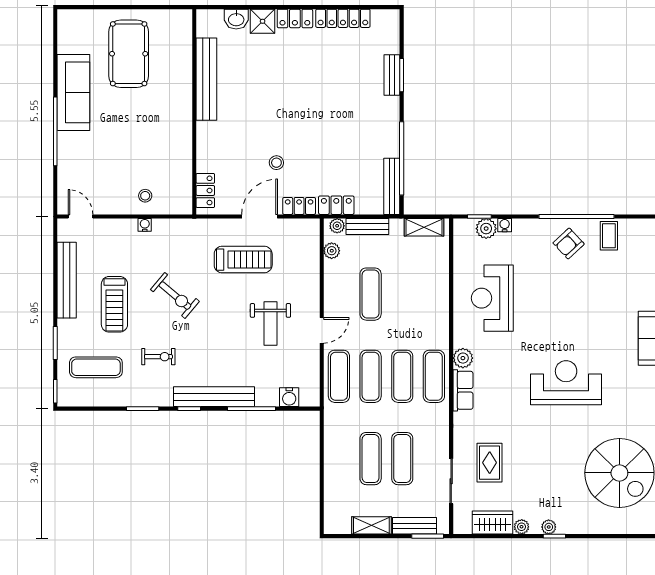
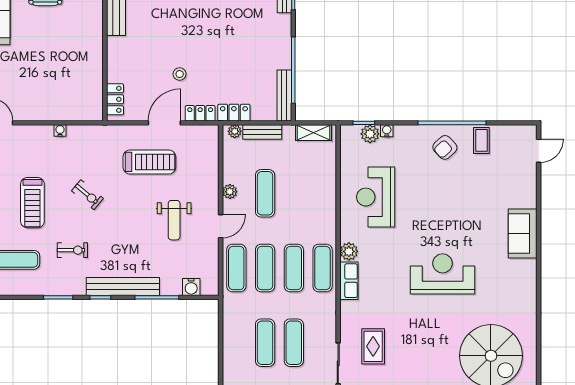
stool: (145, 196) -> (60, 104), removed
plant: (332, 251) -> (230, 192), moved
exercise bike: (175, 296) -> (87, 195), width x0.73, depth x0.72

